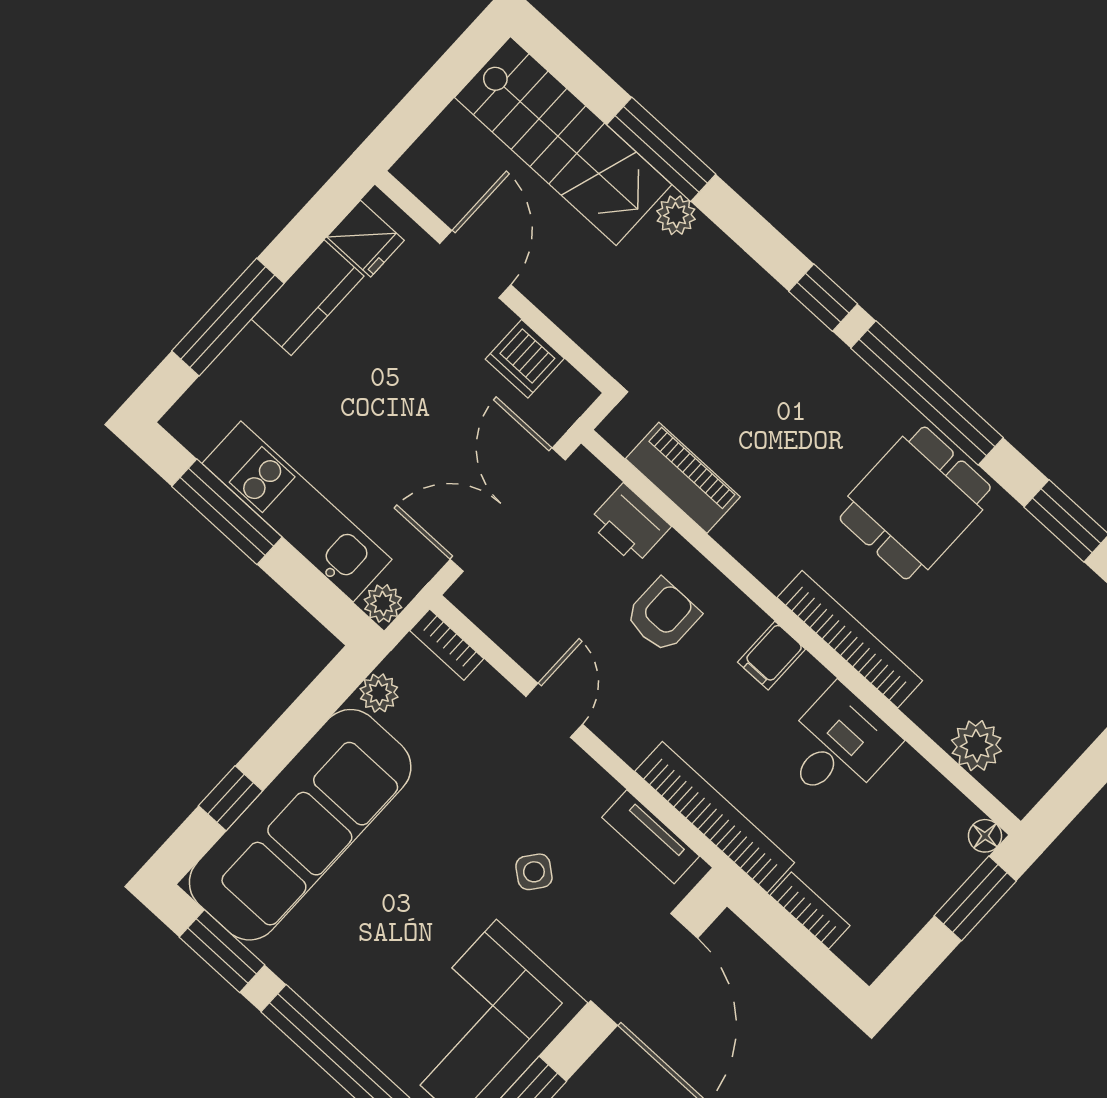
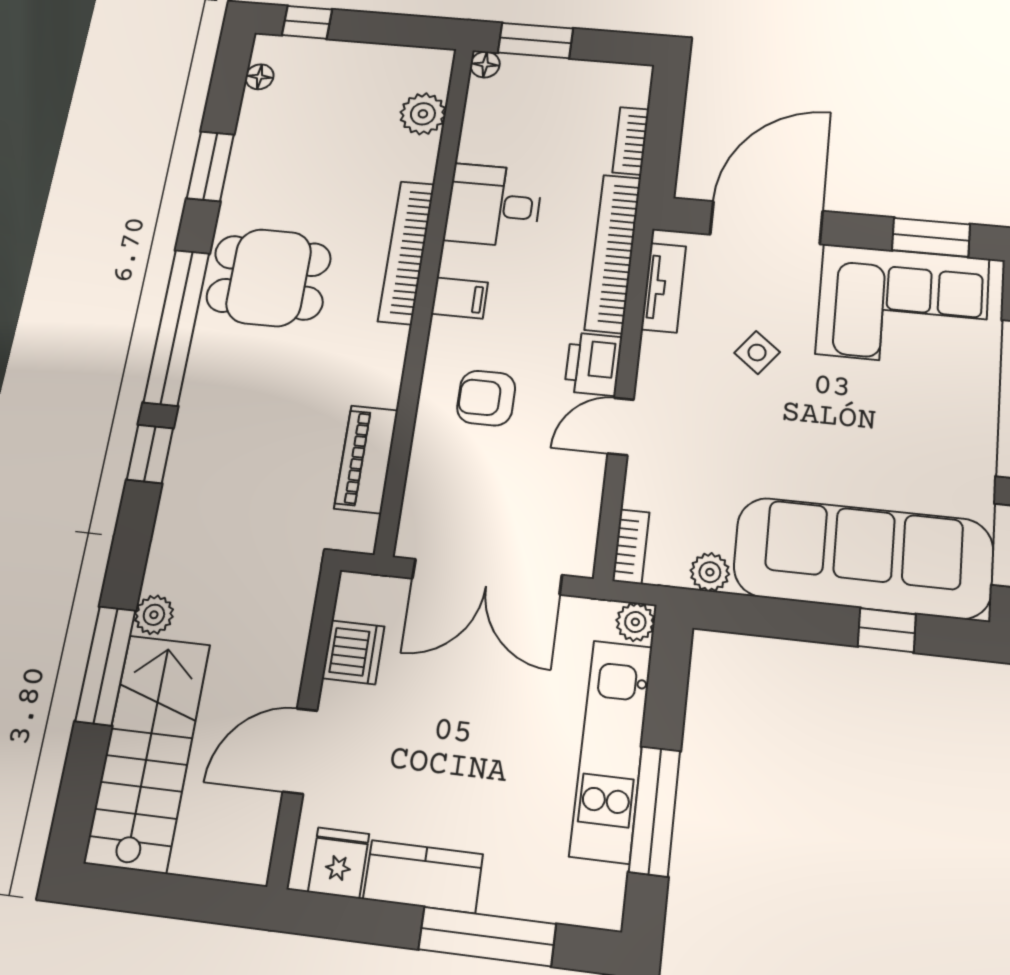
printer: (629, 524) -> (593, 364), moved, turned 180

